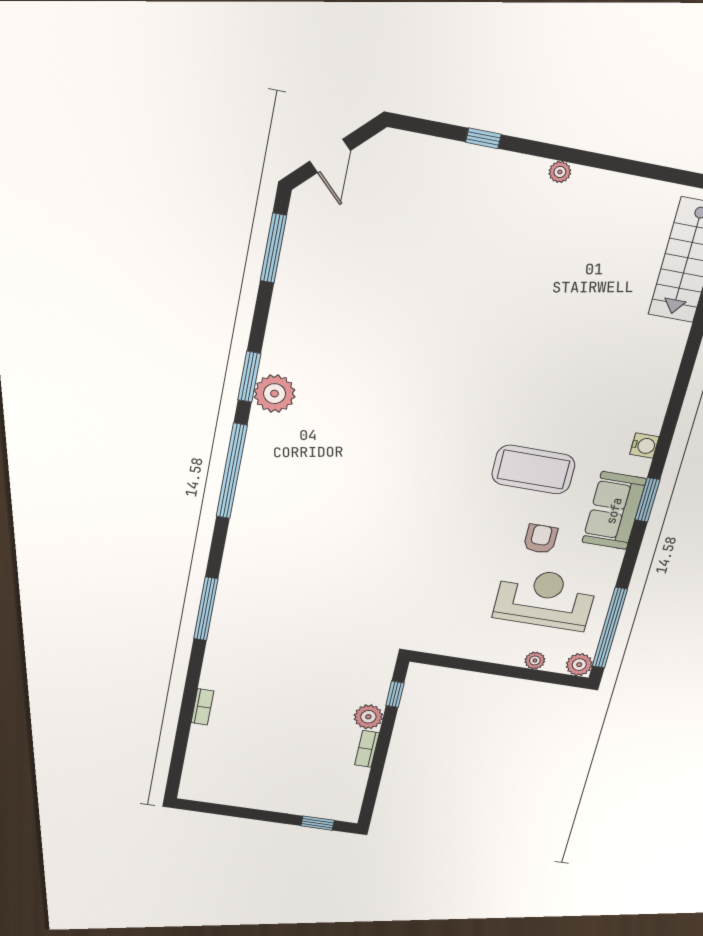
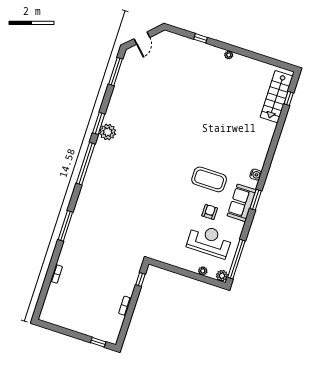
plant: (368, 717) -> (128, 289), removed

